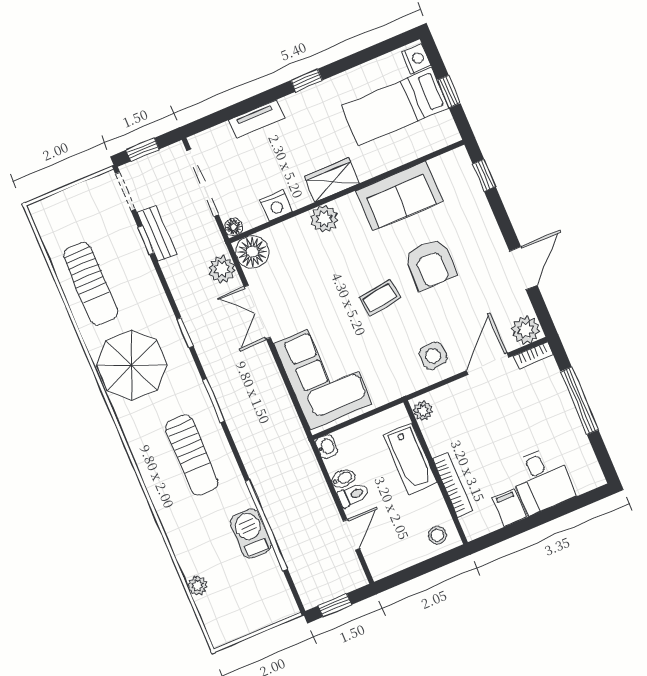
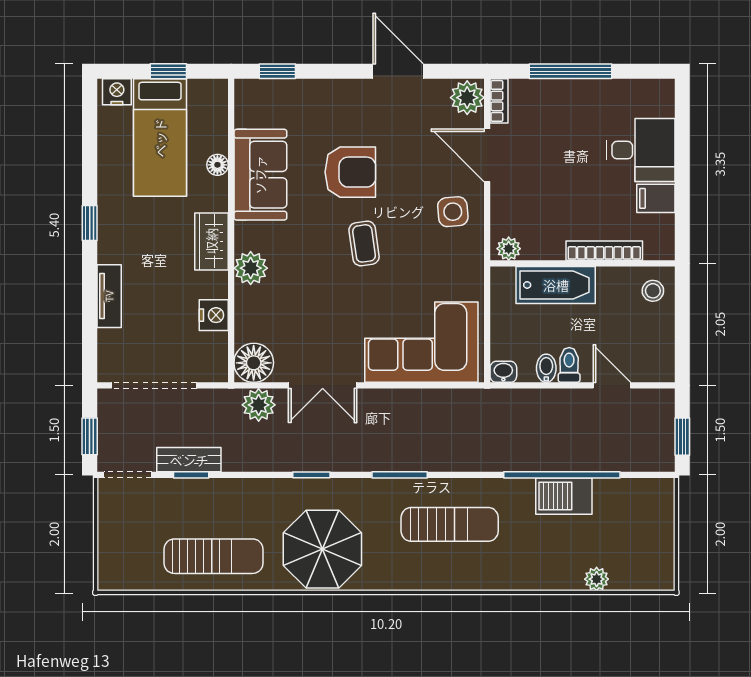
floor lamp: (234, 227) -> (217, 165), moved

